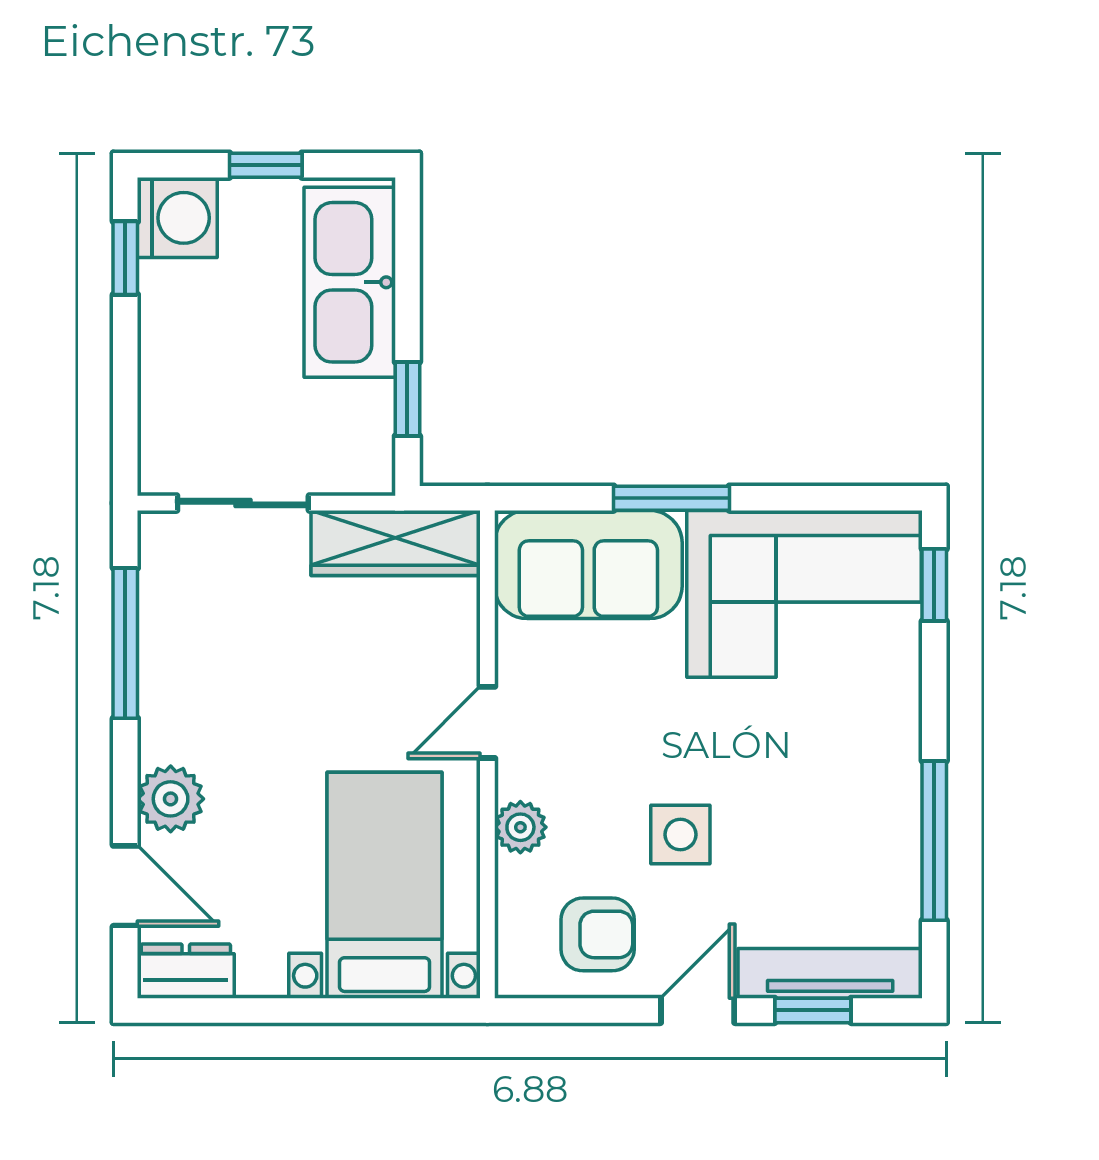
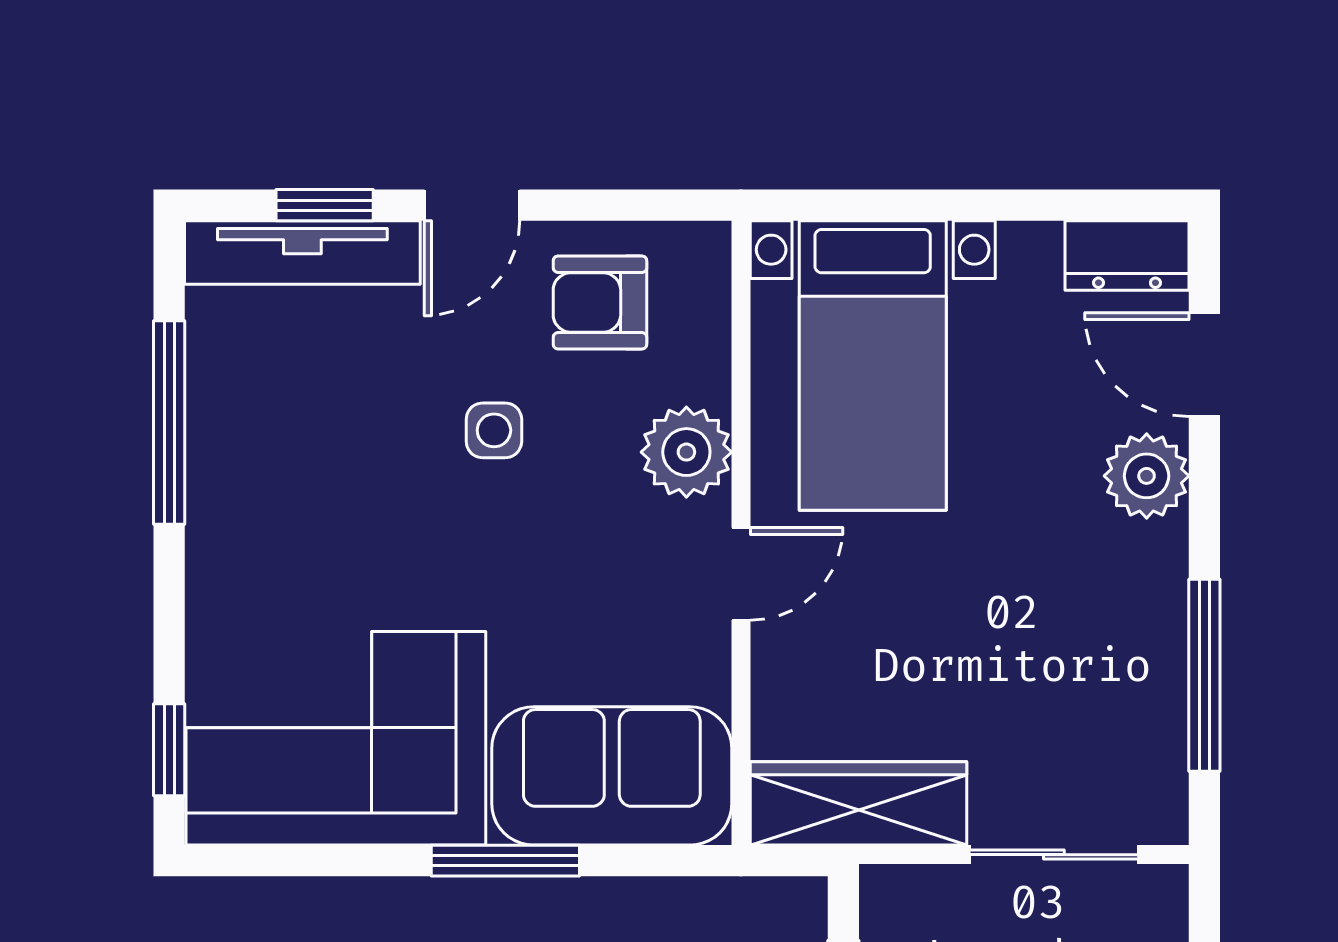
plant: (520, 827) -> (686, 452), width x1.38, depth x1.38
side table: (680, 835) -> (494, 430), width x0.73, depth x0.73

